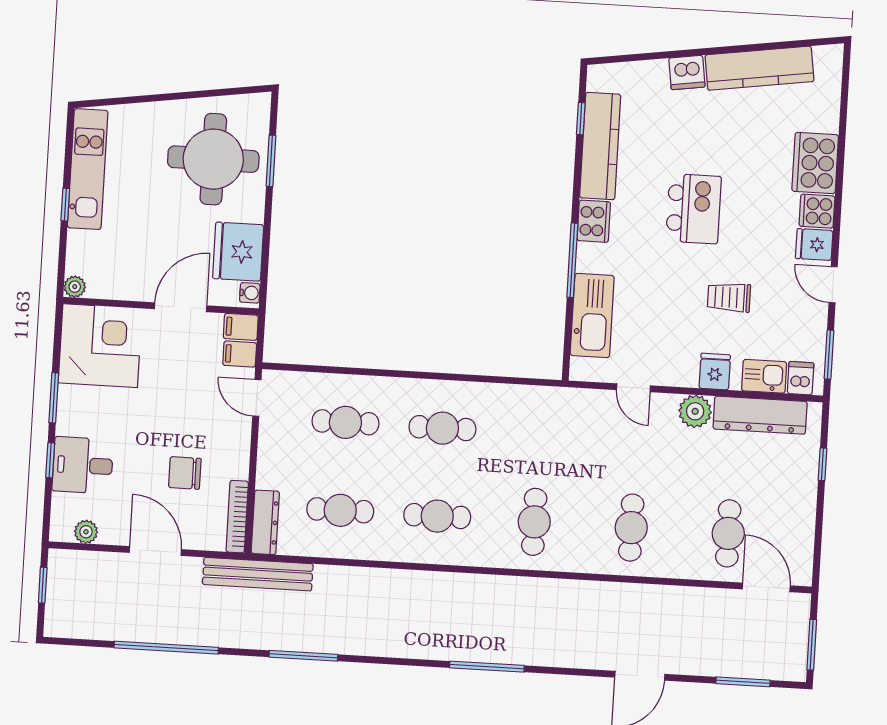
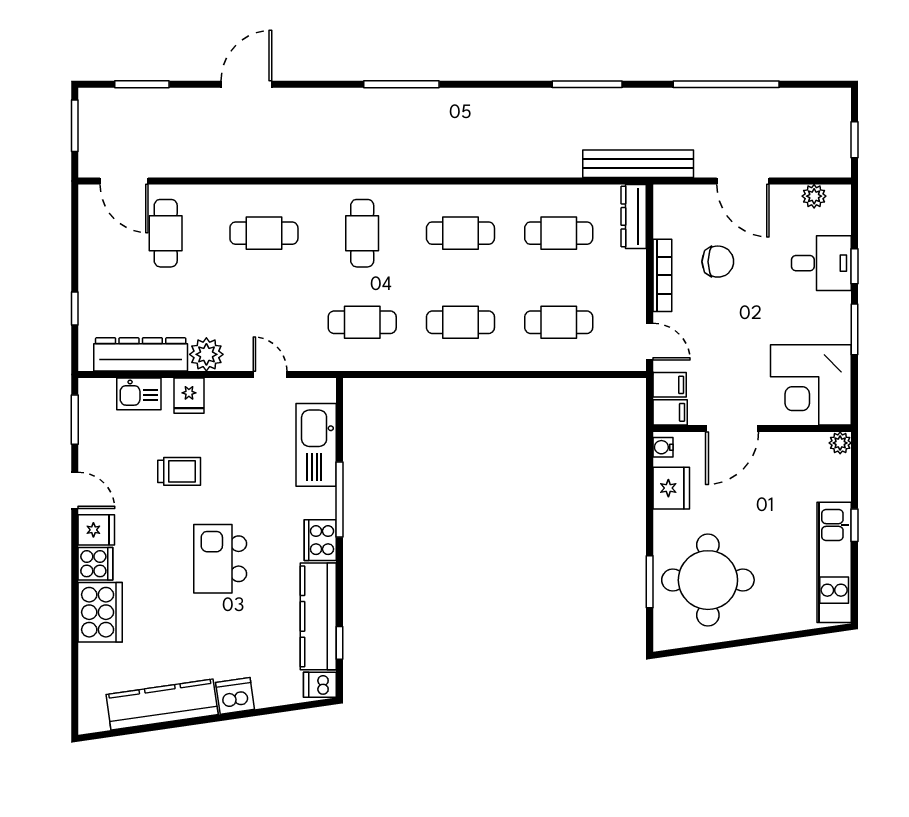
fridge: (238, 252) -> (671, 488), width x0.73, depth x0.75
dishwasher: (801, 378) -> (320, 685), moved, turned 90
cafe table: (539, 434) -> (362, 322), added
bookcase: (237, 517) -> (662, 275), moved
cafe table: (631, 528) -> (264, 233), turned 90

